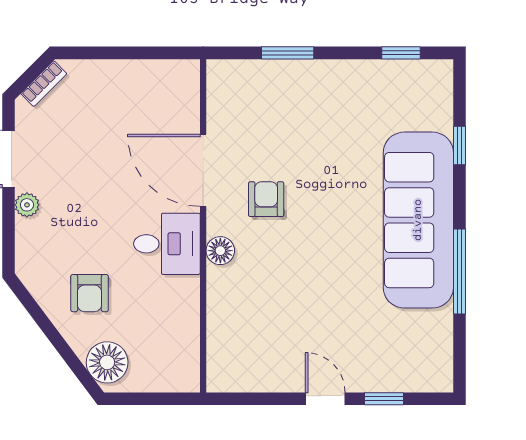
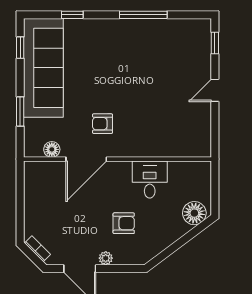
sofa: (418, 220) -> (43, 68), moved, turned -90
desk: (167, 244) -> (150, 179), moved
floor lamp: (220, 251) -> (52, 149), moved
armchair: (89, 293) -> (124, 223), moved
window: (384, 399) -> (215, 43), moved

